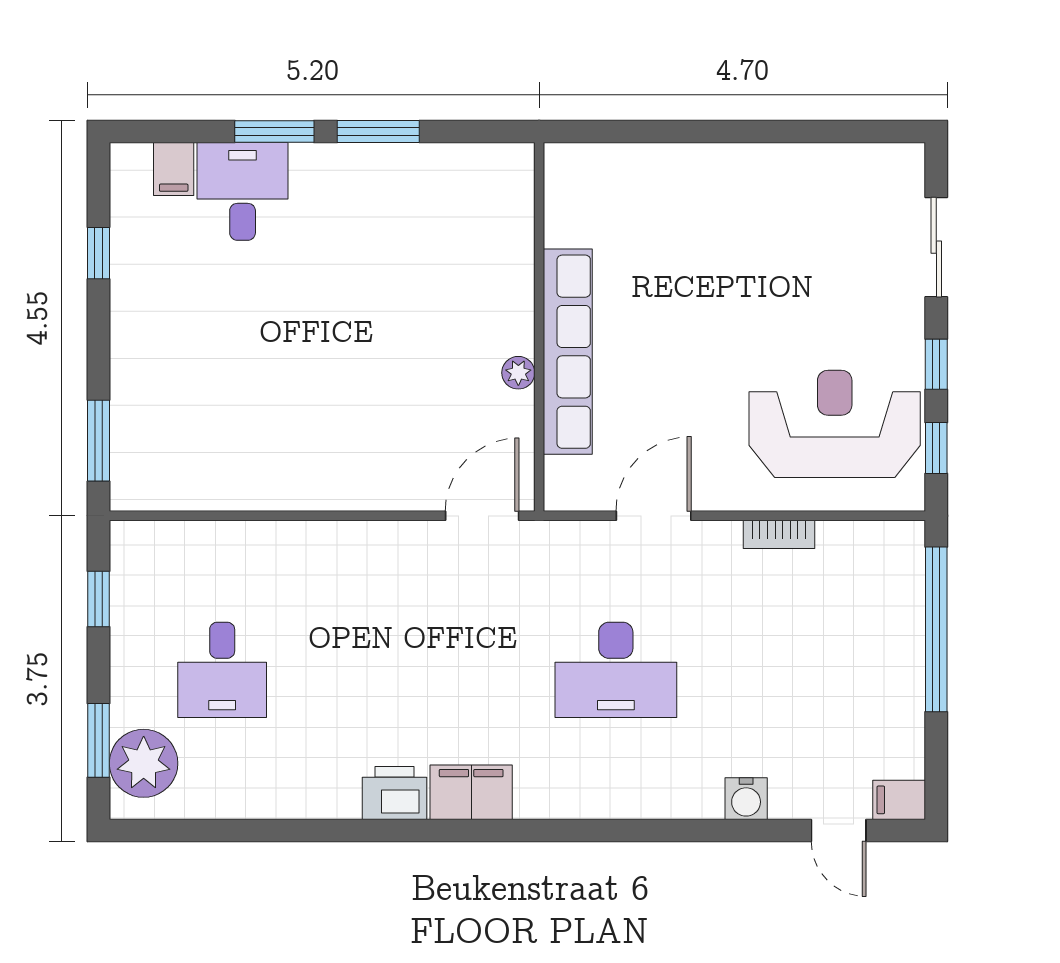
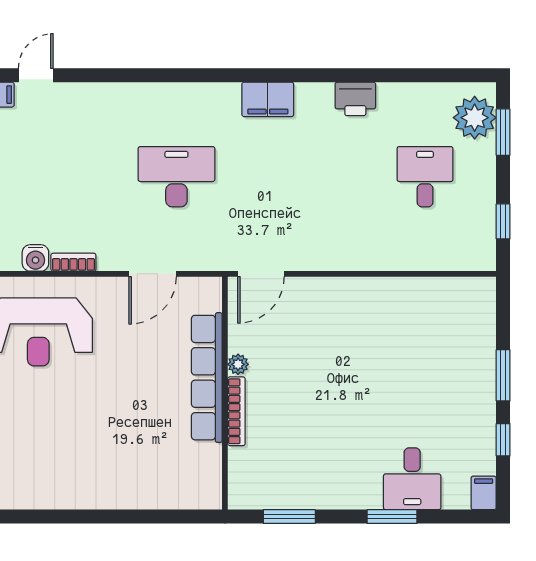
window: (378, 132) -> (289, 517), moved
filing cabinet: (174, 169) -> (484, 493), moved
bookcase: (521, 298) -> (236, 411), added
window: (99, 441) -> (503, 375), moved
printer: (395, 793) -> (355, 99), moved
water cooler: (746, 799) -> (35, 258), moved, turned 180
door: (839, 830) -> (36, 75), hinge flipped

